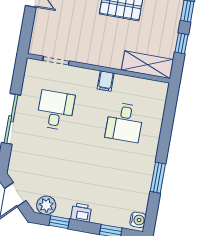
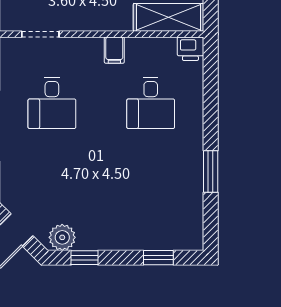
desk: (56, 110) -> (52, 103), turned 180
printer: (81, 212) -> (190, 49), moved, turned 180
water cooler: (138, 220) -> (193, 235), removed

